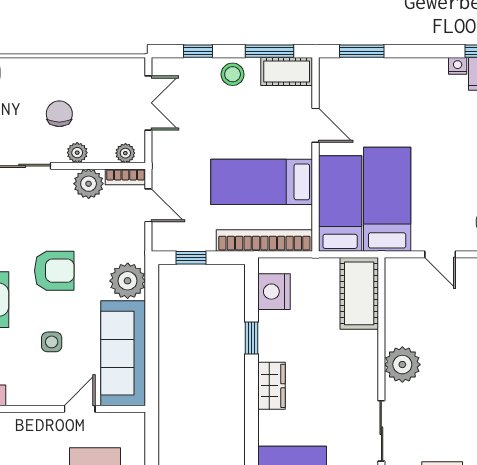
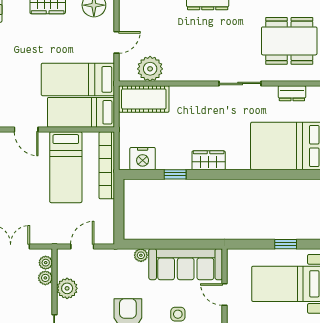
chair: (59, 114) -> (18, 309), removed
door: (316, 125) -> (26, 130), swing flipped
plant: (77, 153) -> (45, 278), moved
bookcase: (125, 177) -> (62, 263), removed
window: (191, 258) -> (119, 217), removed
plant: (128, 281) -> (141, 255), width x0.53, depth x0.53
plant: (402, 365) -> (150, 69), moved

